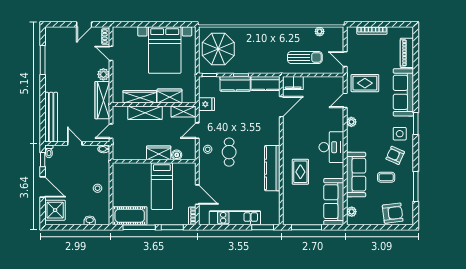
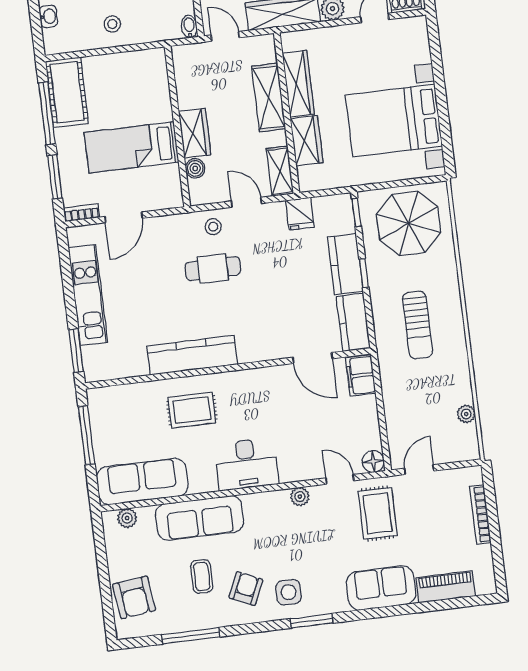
sun lounger: (305, 57) -> (418, 325), moved
floor lamp: (338, 82) -> (373, 461), added
sofa: (403, 92) -> (381, 588), width x0.73

